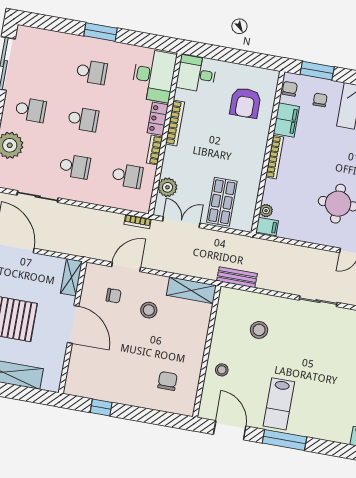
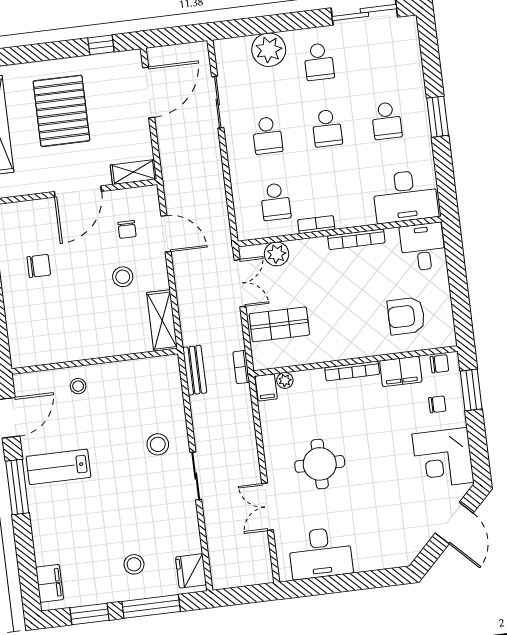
locker: (158, 119) -> (355, 217), removed
bookcase: (138, 222) -> (241, 367), moved
stool: (259, 330) -> (158, 444), moved
chair: (168, 381) -> (39, 266), moved

